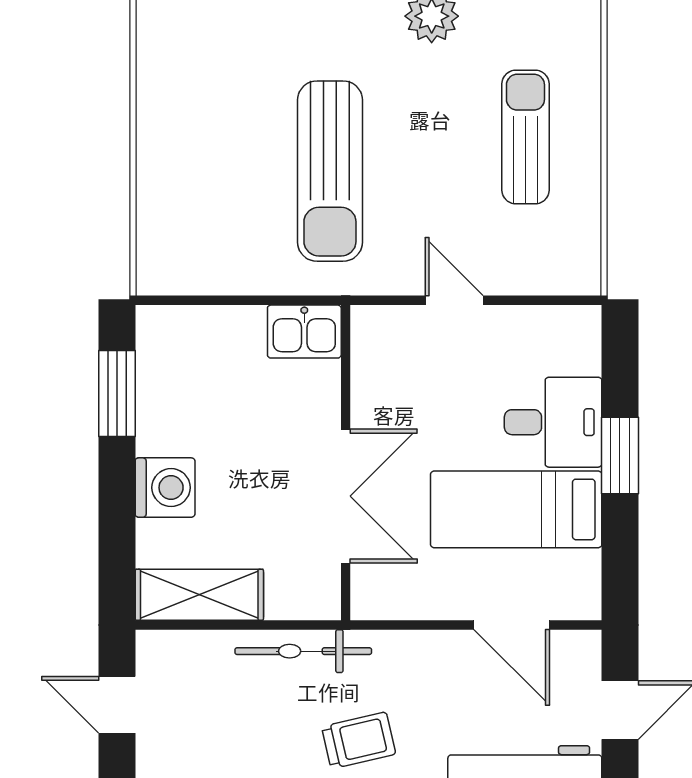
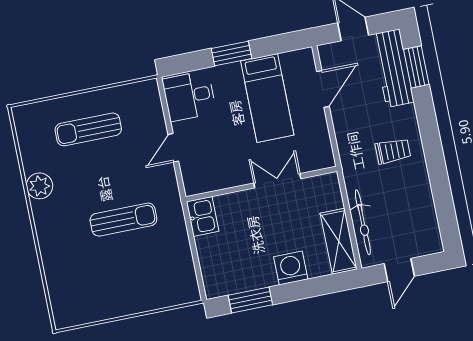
sun lounger: (330, 171) -> (123, 220), width x0.73, depth x0.75
desk: (553, 422) -> (189, 96), moved, turned -90
double door: (346, 496) -> (277, 181), width x0.73
bicycle: (303, 651) -> (363, 222), moved
trolley: (359, 740) -> (393, 151), turned 103

